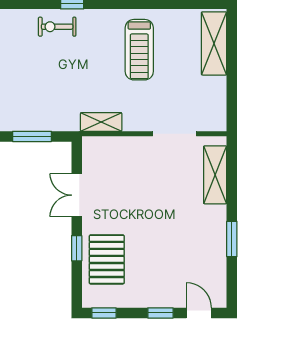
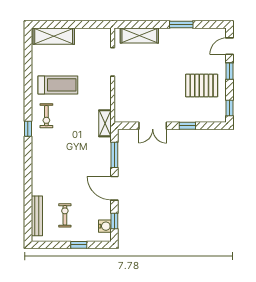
exercise bike: (57, 27) -> (46, 116), moved
shelving: (101, 122) -> (105, 123), moved
pallet: (107, 259) -> (202, 86), moved

